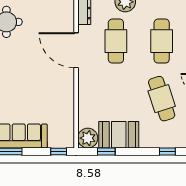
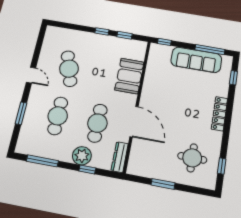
booth: (119, 135) -> (129, 76), moved, turned 90
plant: (88, 138) -> (138, 48), removed
window: (167, 151) -> (102, 31), moved

